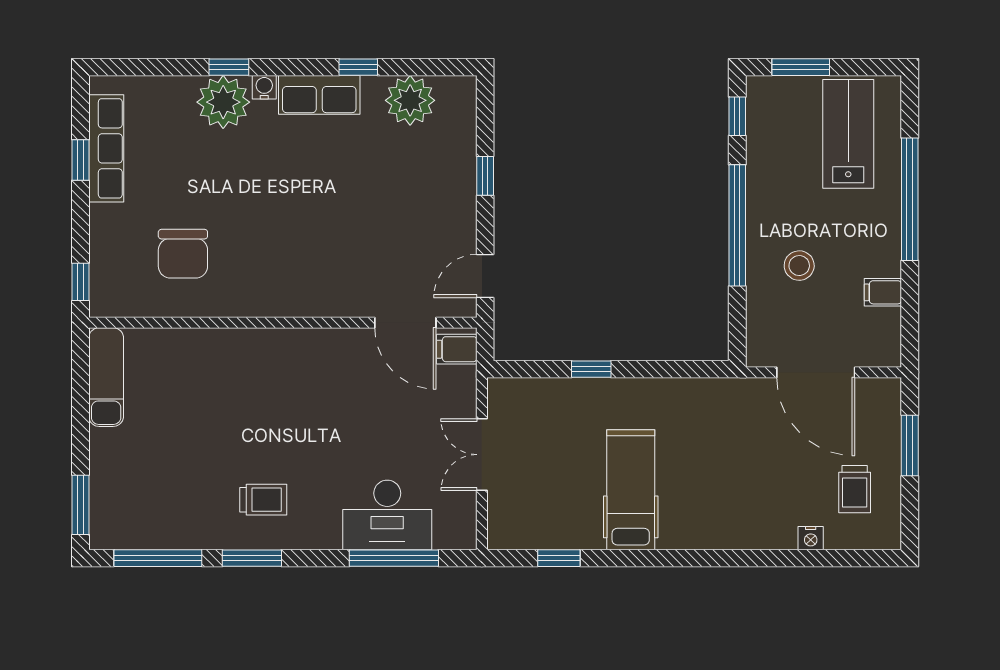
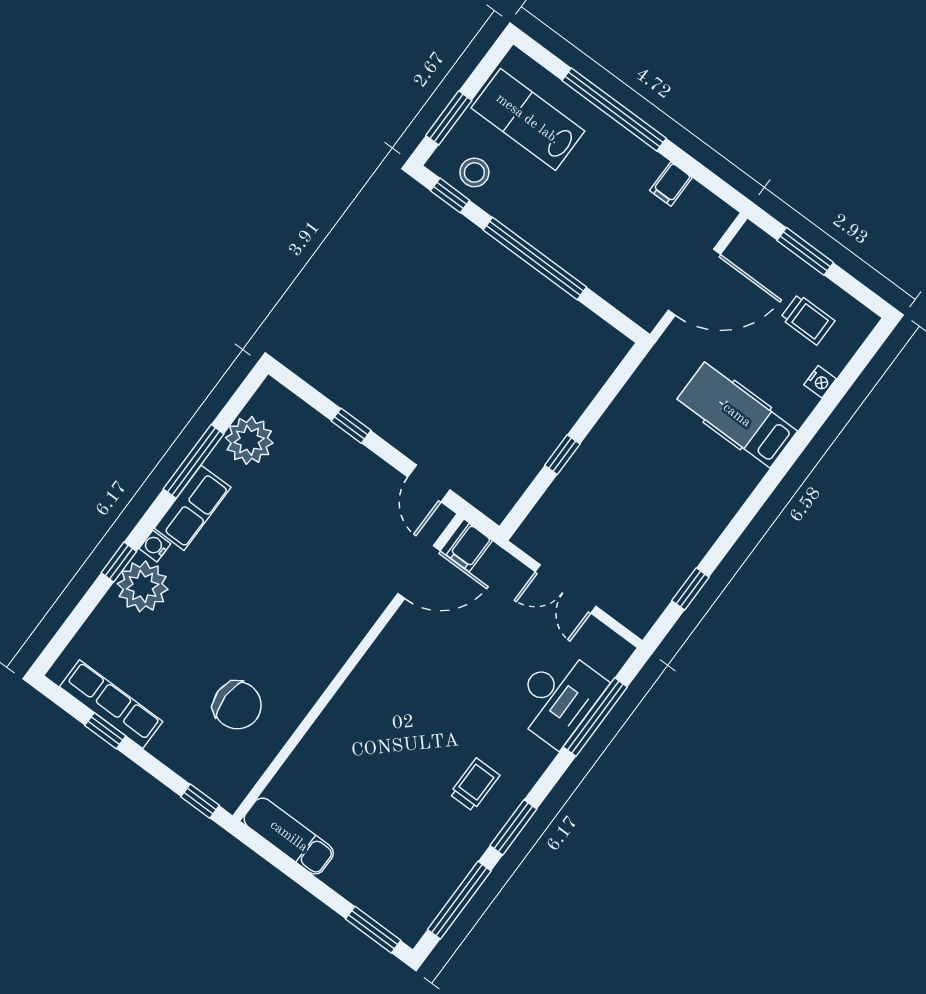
window: (358, 67) -> (194, 461), width x2.17
stool: (799, 266) -> (474, 172), moved
hospital bed: (631, 490) -> (737, 415), moved

